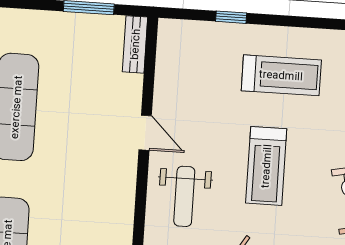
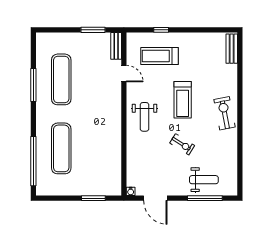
treadmill: (281, 75) -> (159, 56), moved, turned 180
door: (145, 133) -> (124, 74), moved

